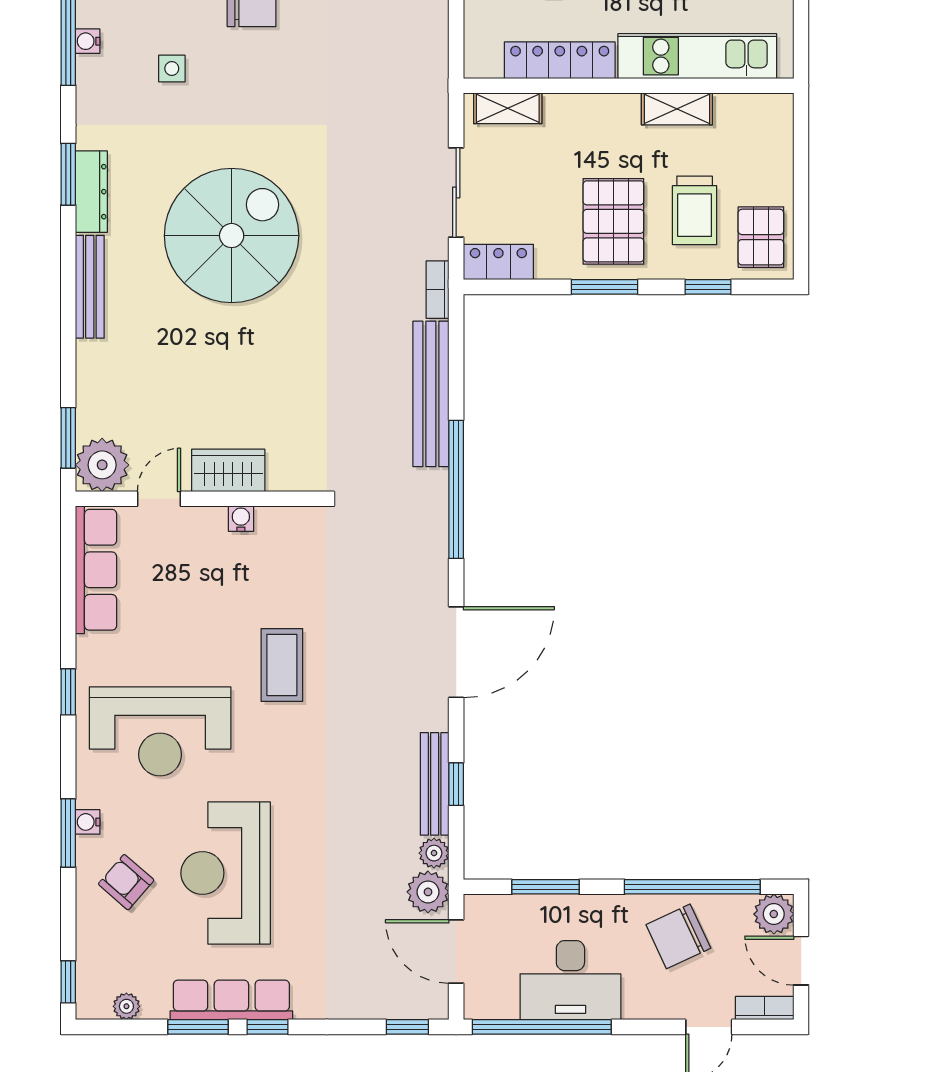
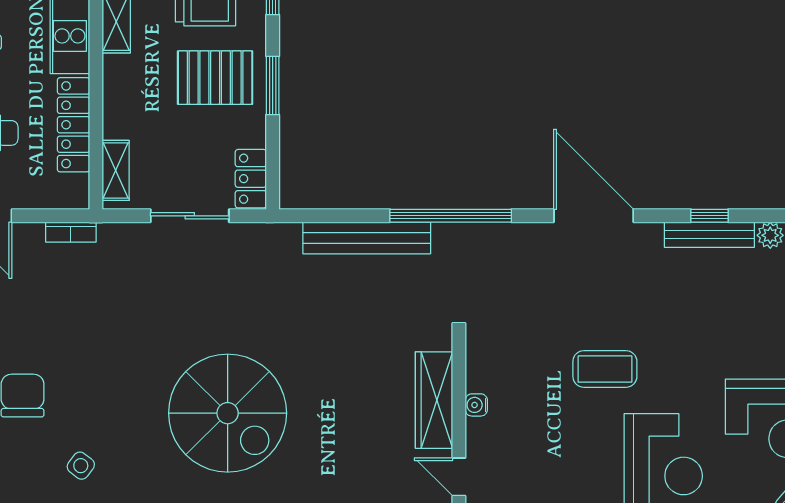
side table: (172, 68) -> (81, 466), turned 37
spiral stairs: (232, 236) -> (228, 413), turned 180
bookcase: (438, 290) -> (71, 232), moved
wardrobe: (228, 470) -> (434, 400), width x1.50

